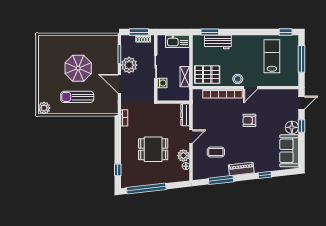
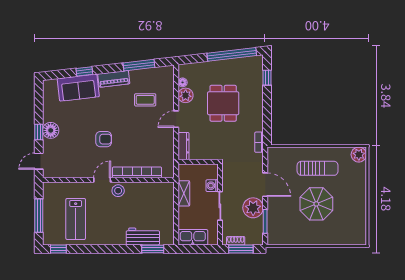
pallet: (207, 75) -> (156, 196), removed
dining table: (153, 149) -> (223, 103), turned 90
sofa: (289, 151) -> (78, 88), moved, turned 83

